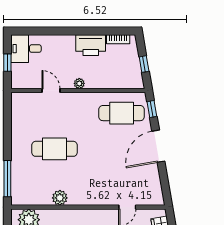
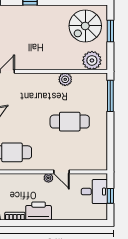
desk: (26, 49) -> (94, 192), moved
door: (51, 90) -> (62, 172), moved

